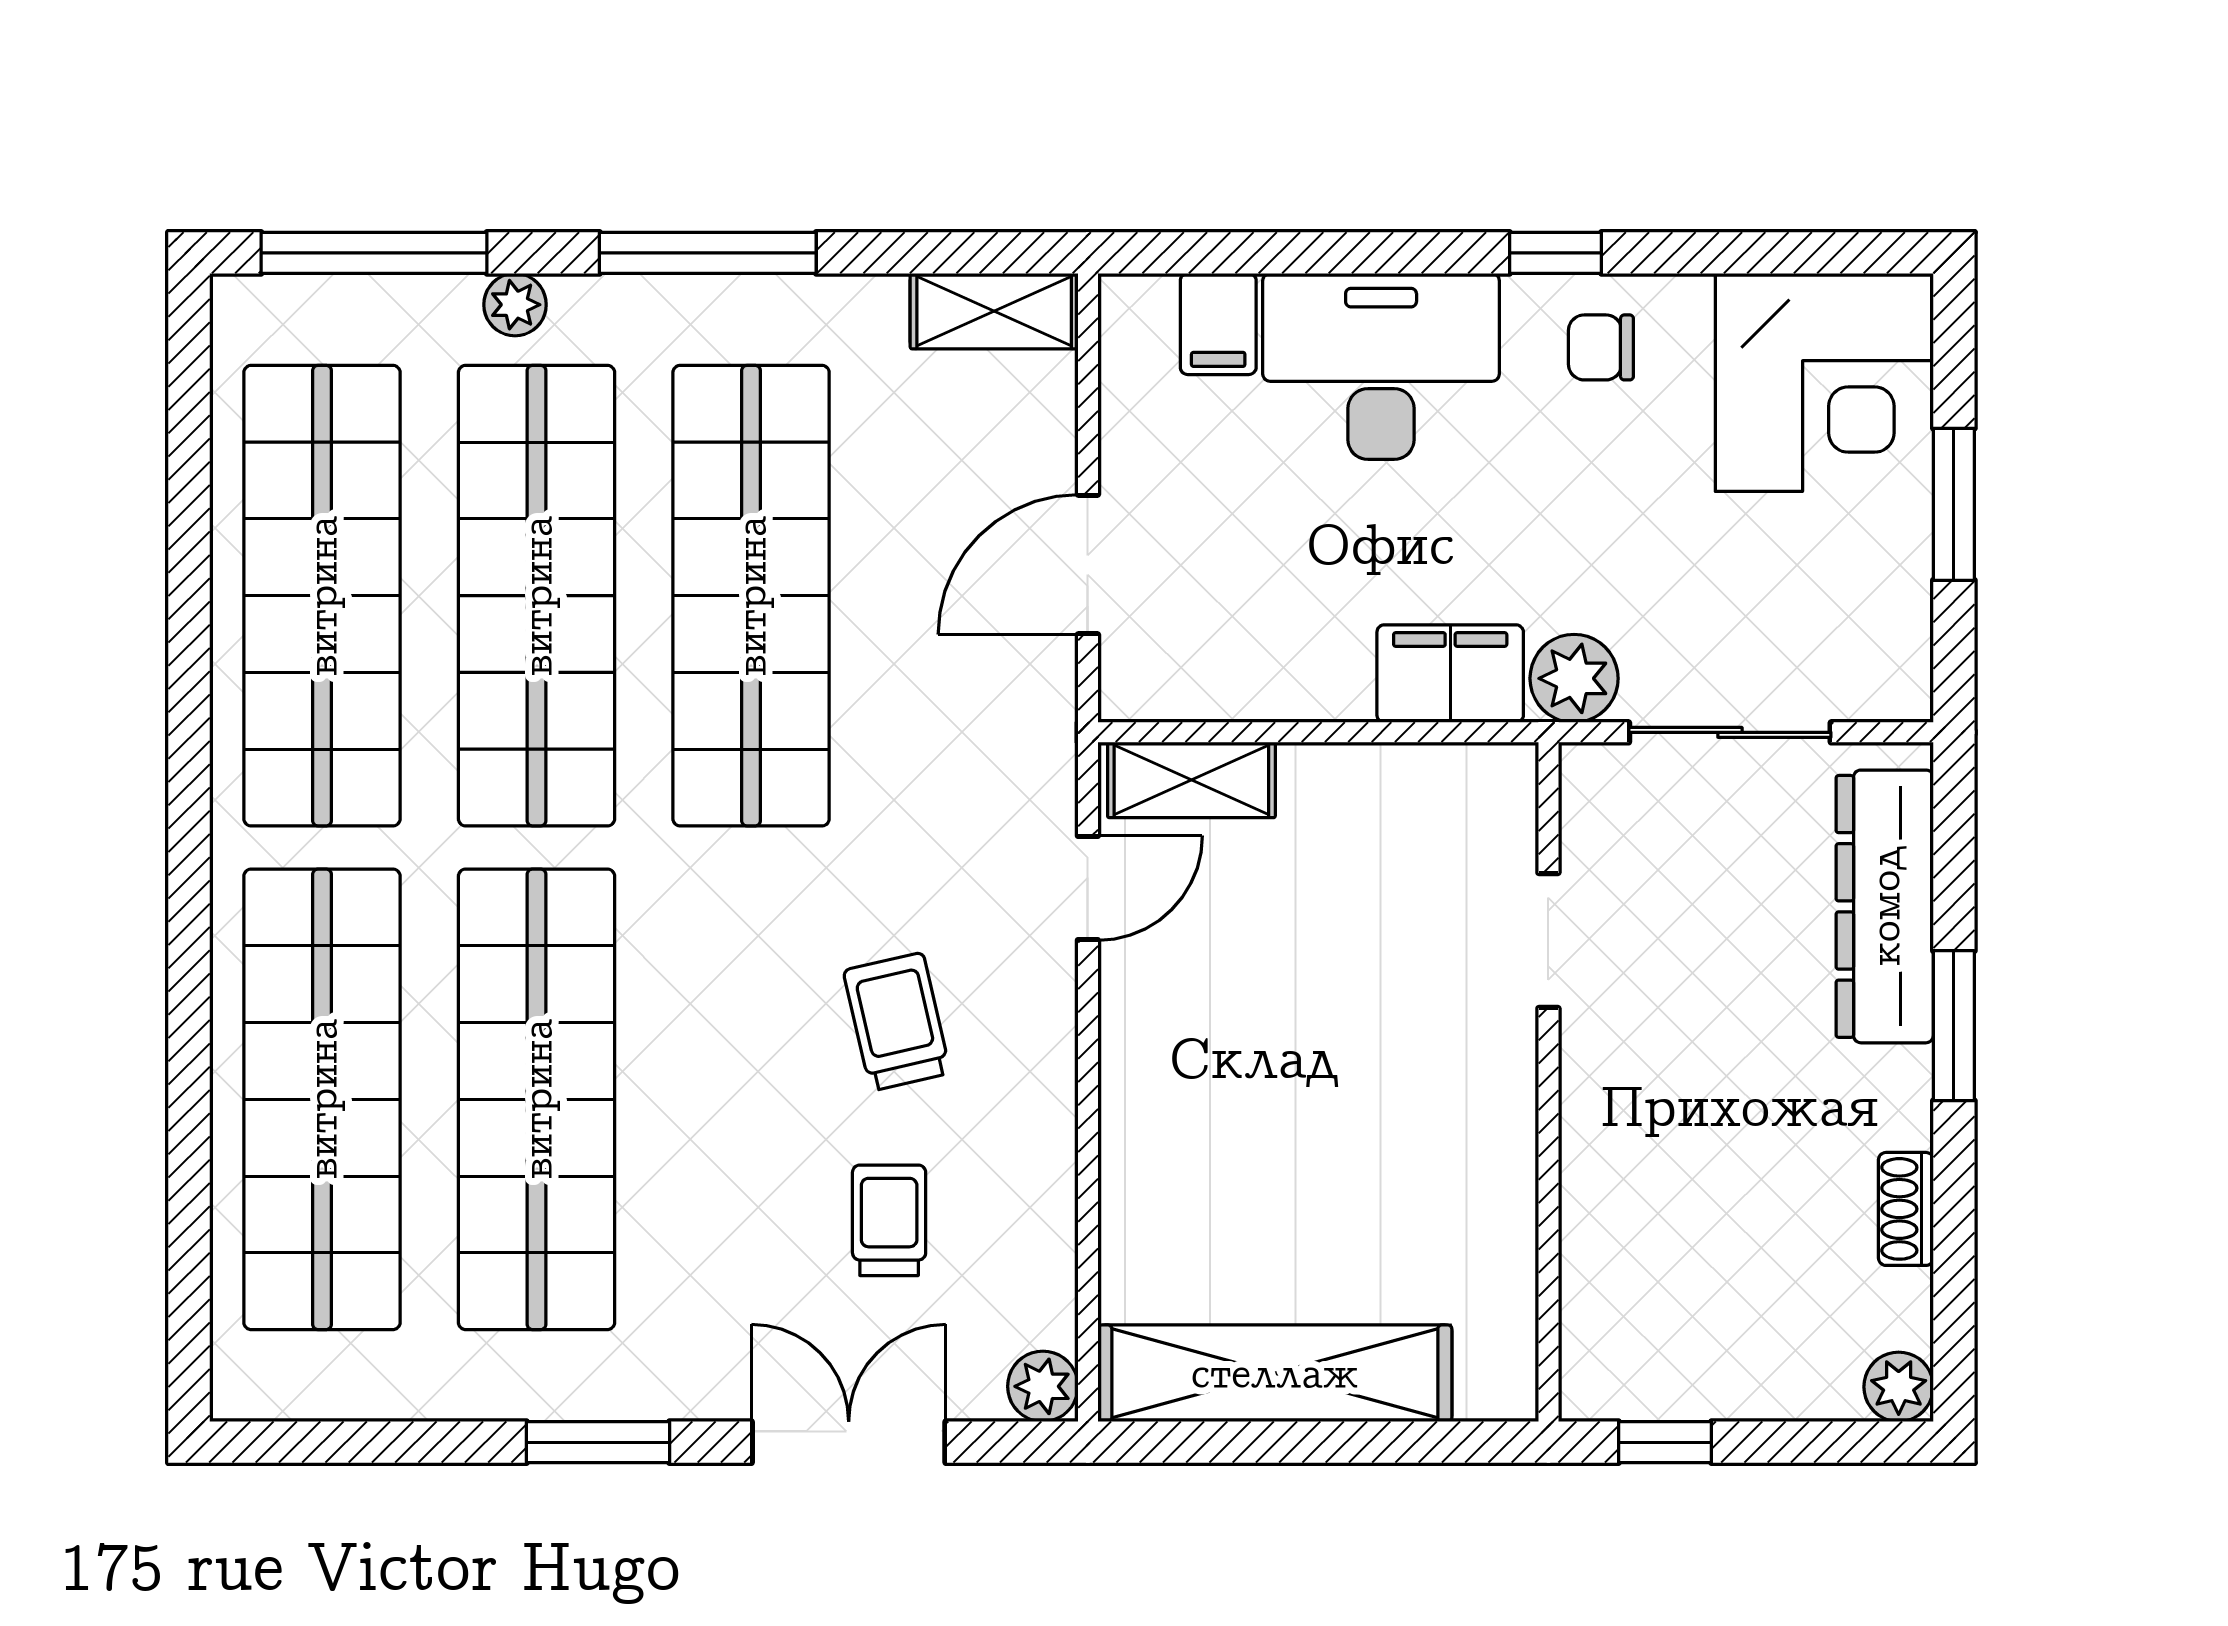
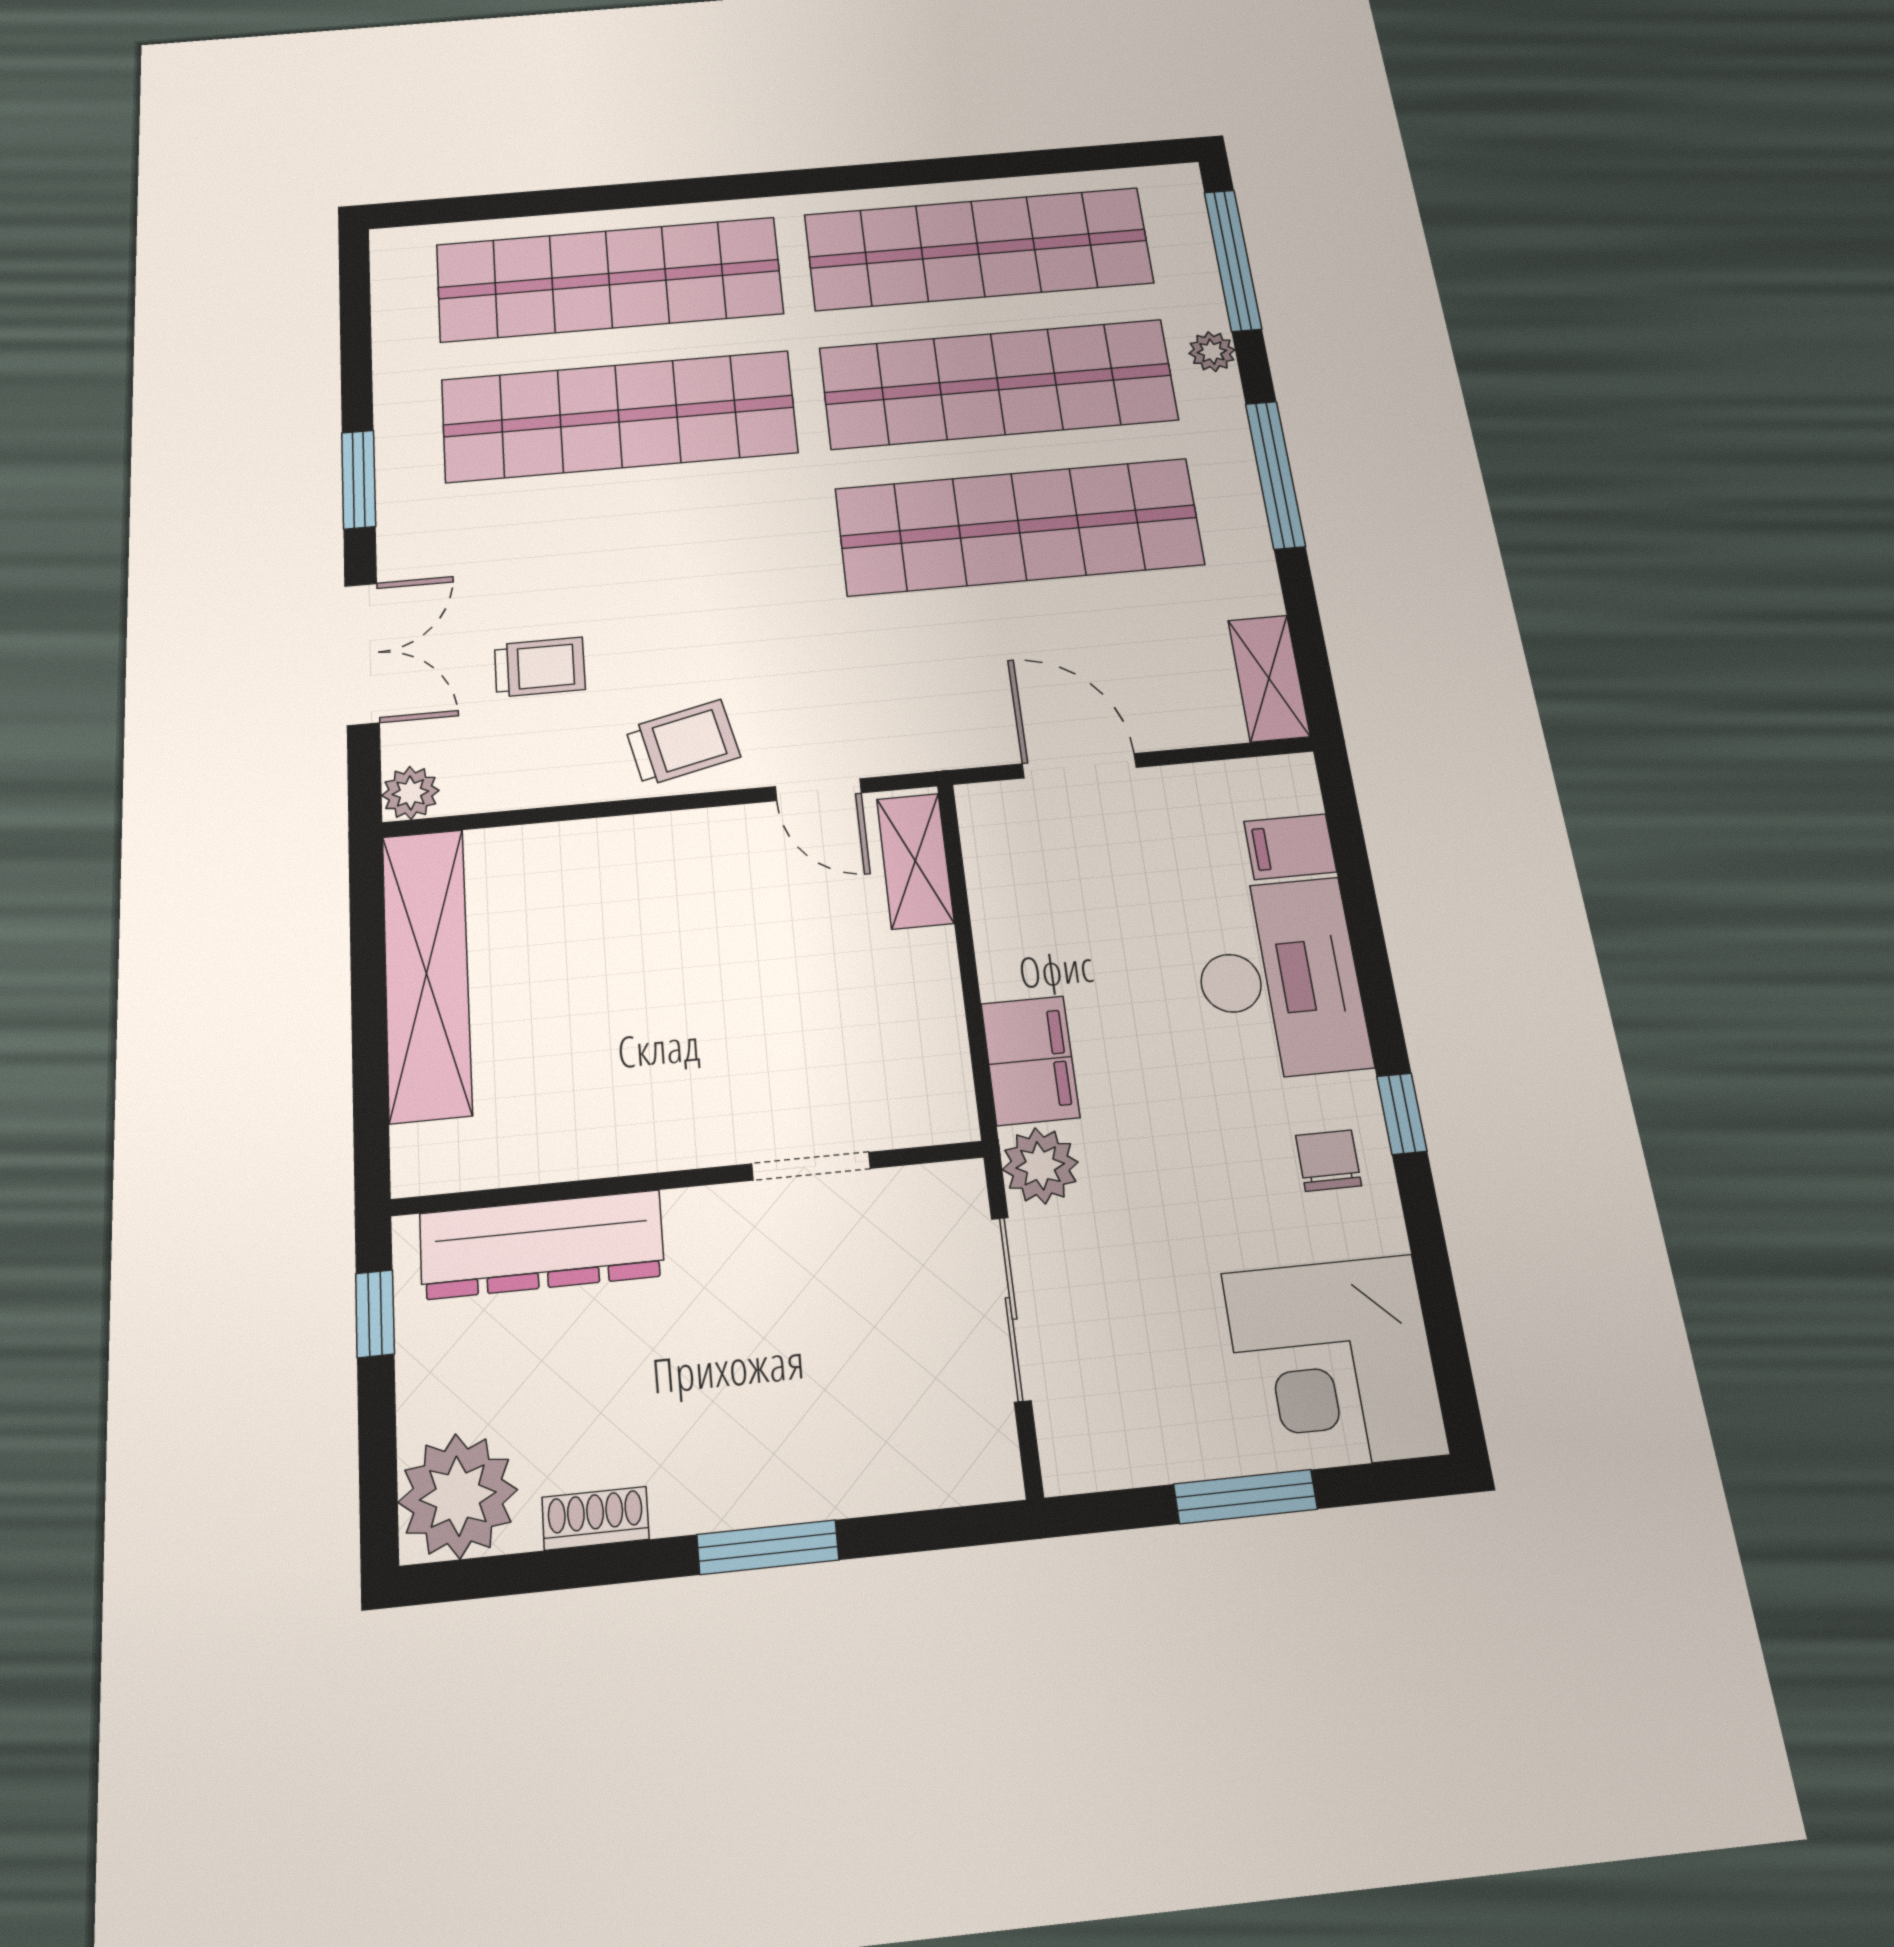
dresser: (1885, 906) -> (542, 1245), moved, turned 180
trolley: (897, 1022) -> (683, 743), moved
plant: (1899, 1387) -> (458, 1496), width x1.87, depth x1.87

